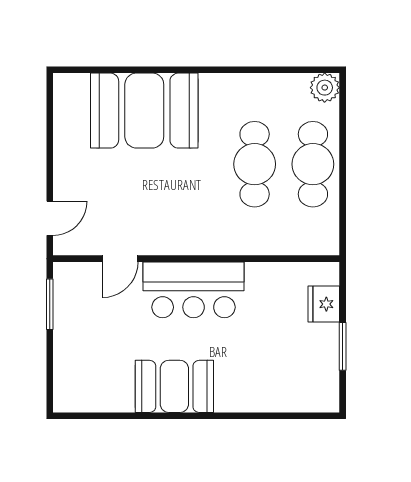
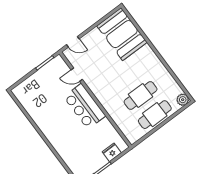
booth: (144, 111) -> (122, 34), moved
booth: (174, 386) -> (48, 124), removed

